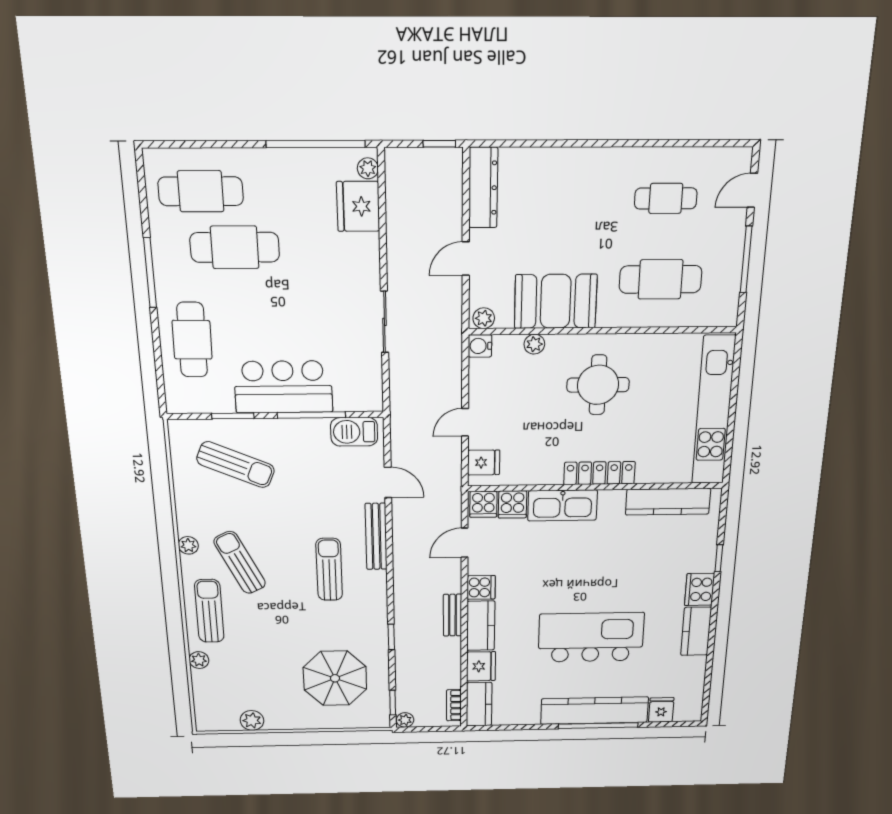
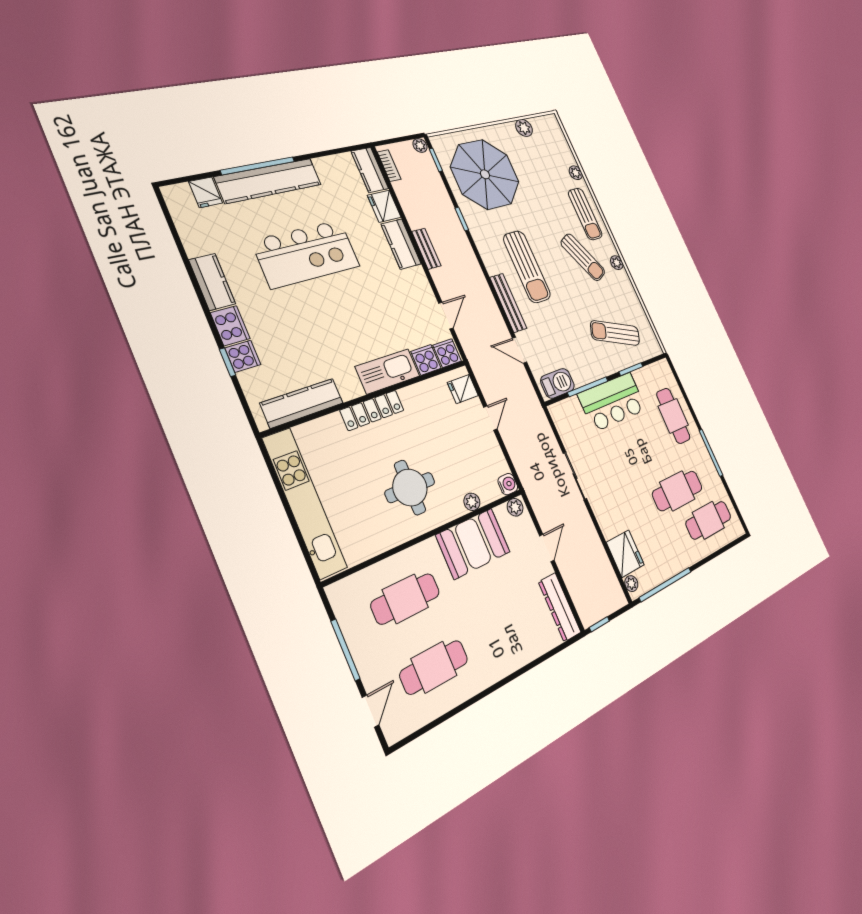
cafe table: (666, 198) -> (434, 667), width x1.37, depth x1.35
sun lounger: (329, 569) -> (527, 267), width x1.36, depth x1.34
cooker: (481, 587) -> (243, 356), moved, turned 180
parasol: (335, 678) -> (485, 174), width x1.36, depth x1.36

